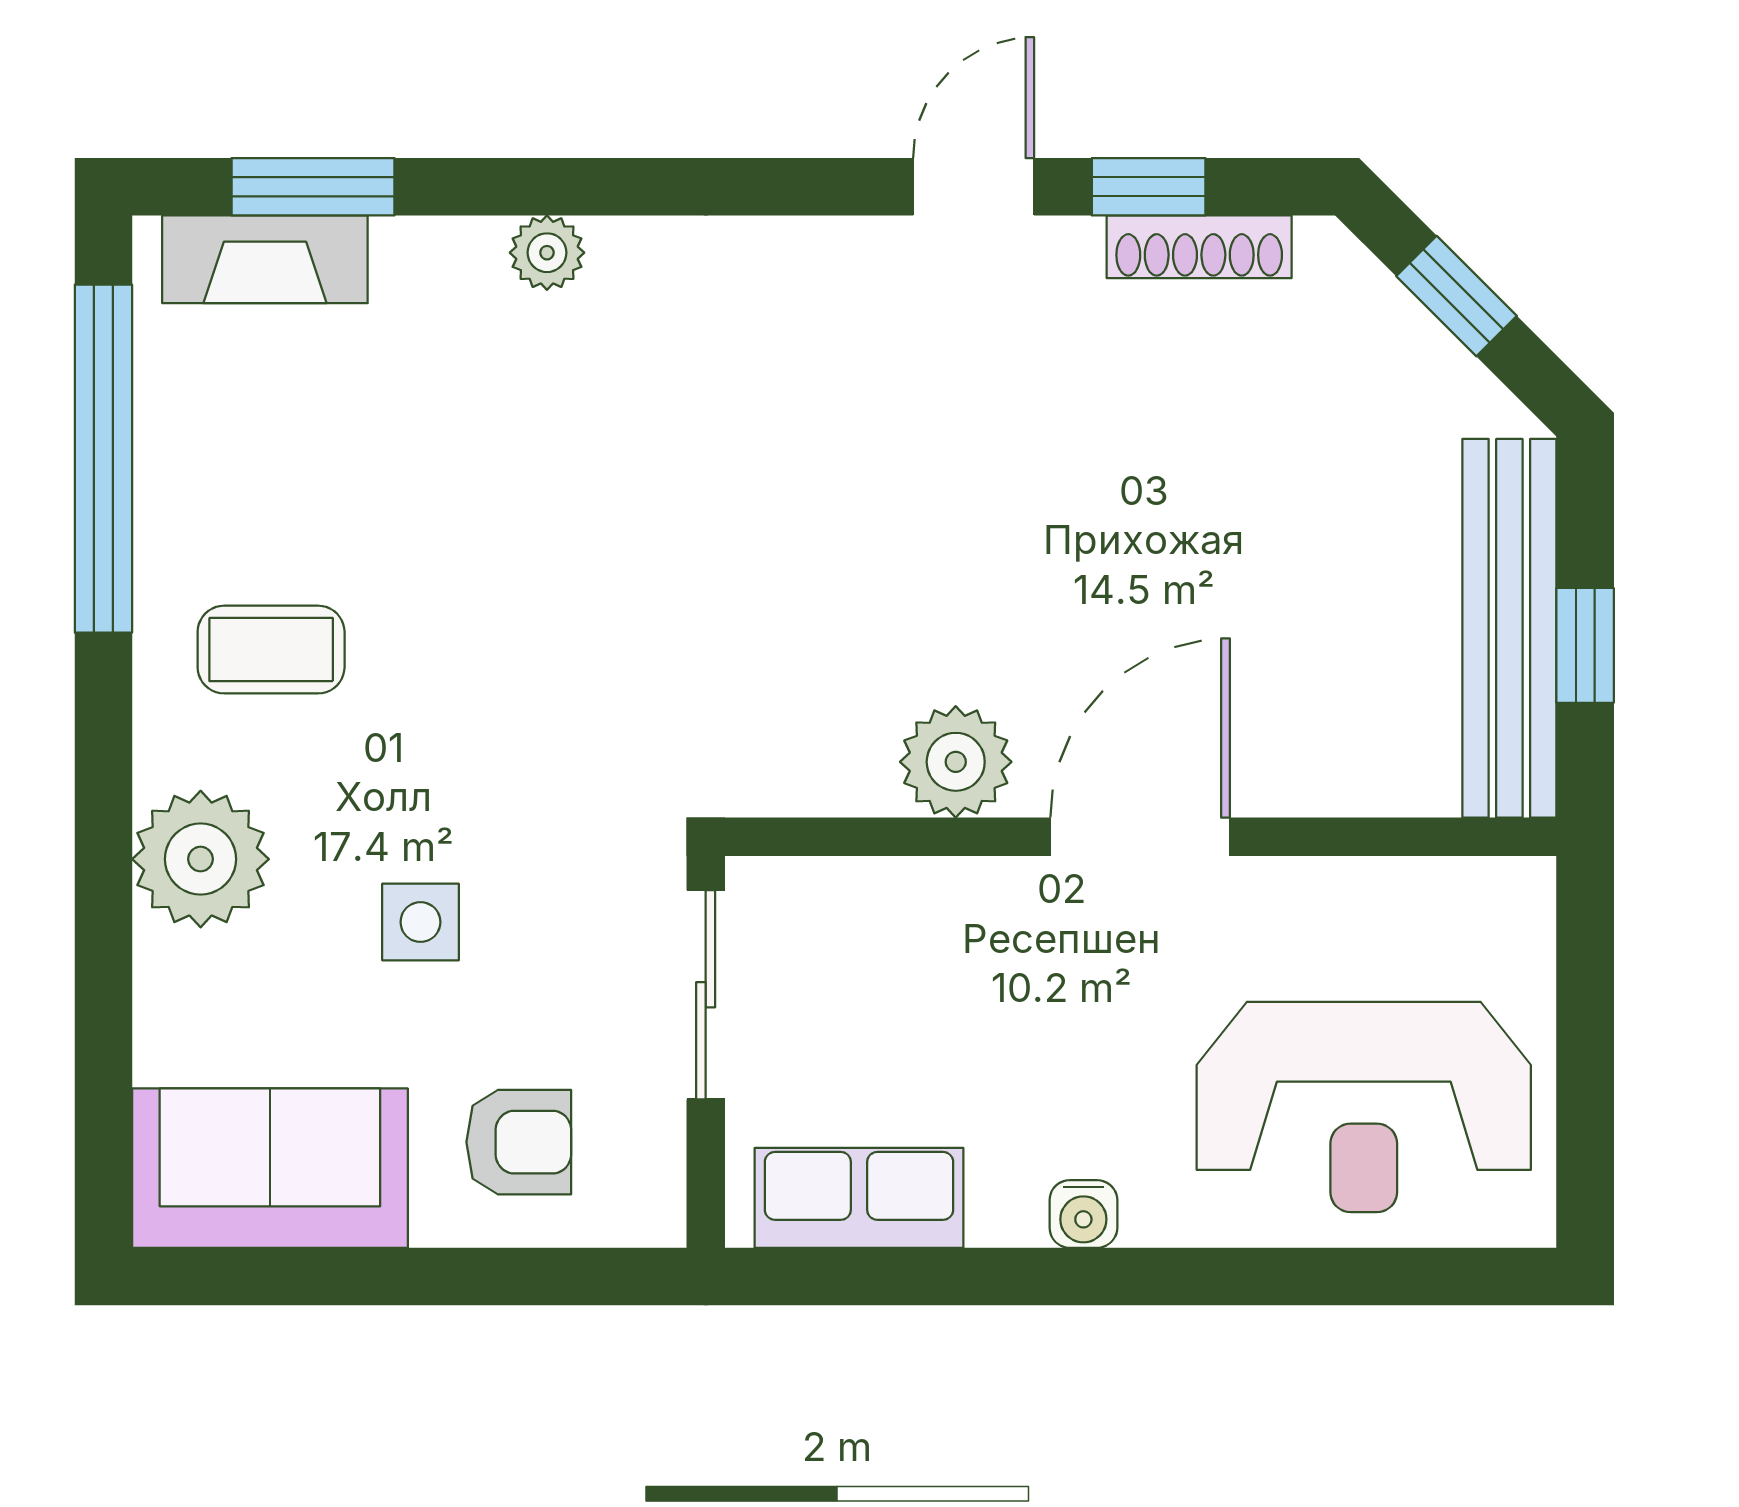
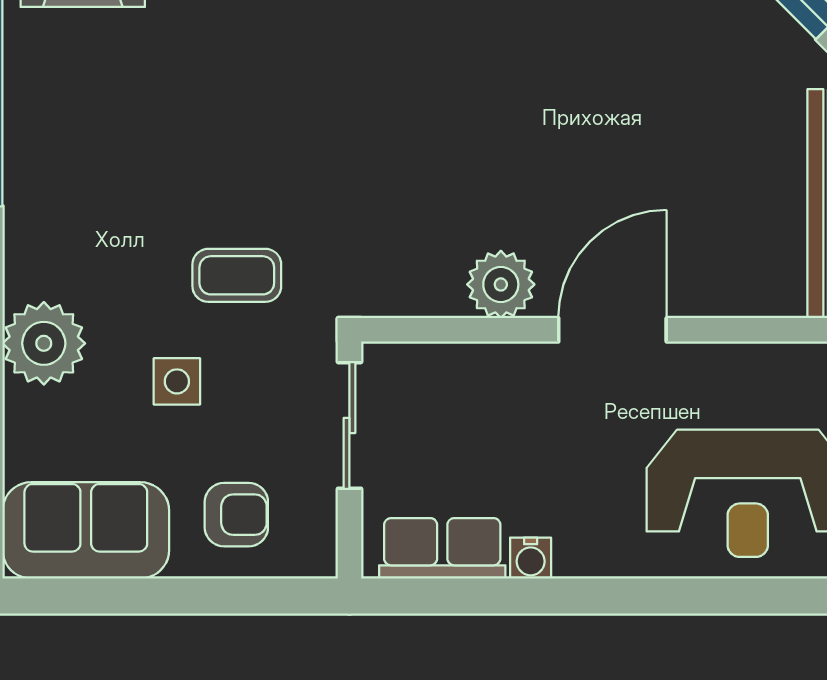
coffee table: (271, 650) -> (237, 275), moved
water cooler: (1083, 1214) -> (531, 558), moved

